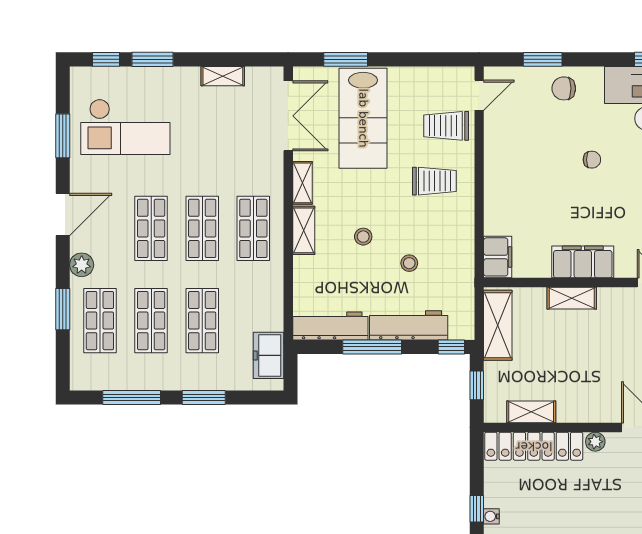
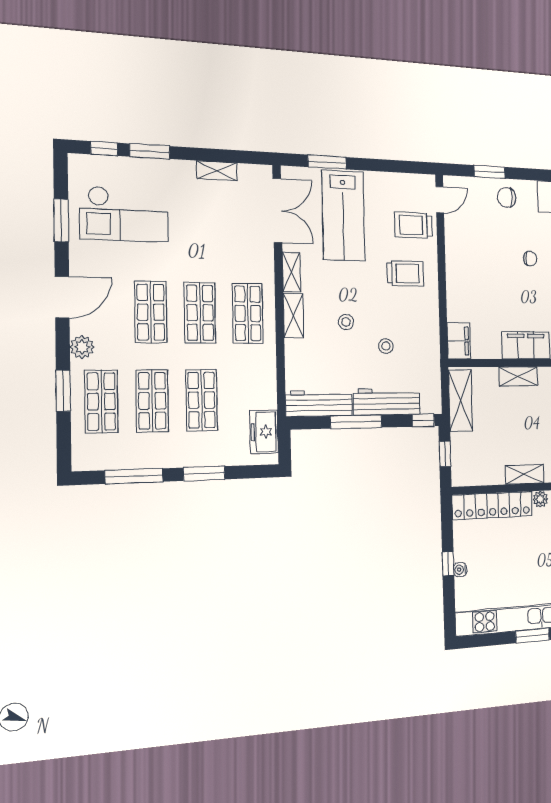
shelving: (531, 412) -> (525, 474), moved

